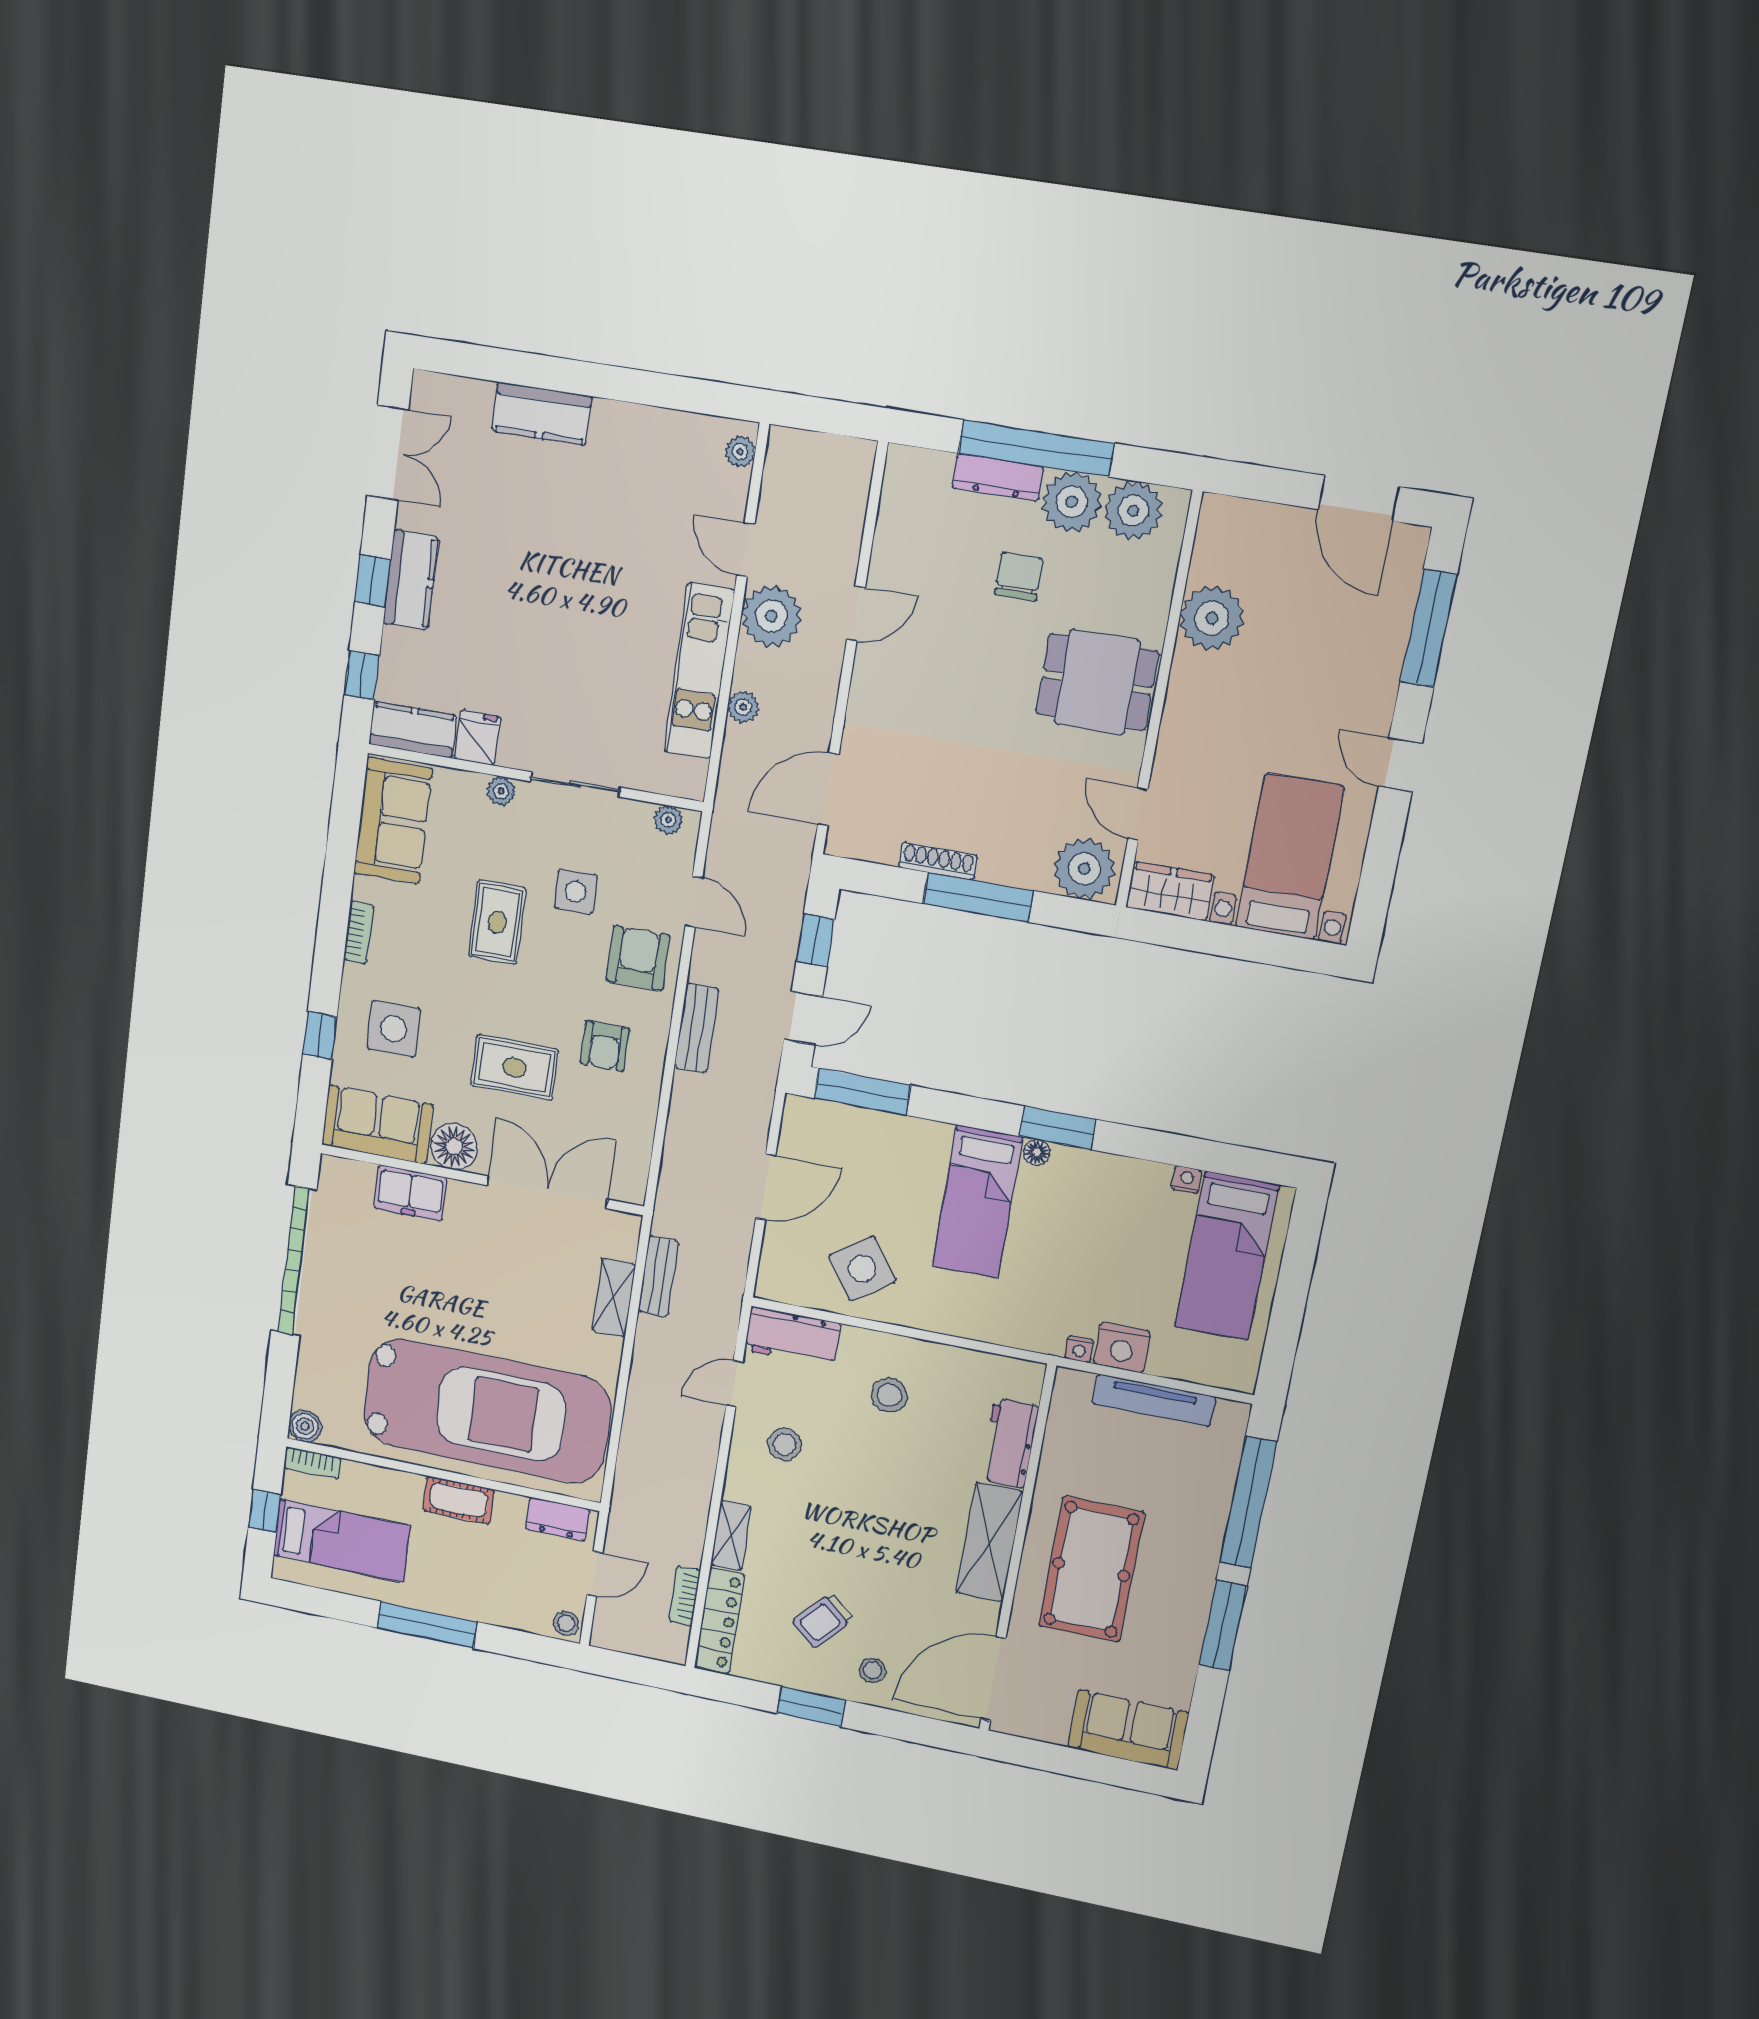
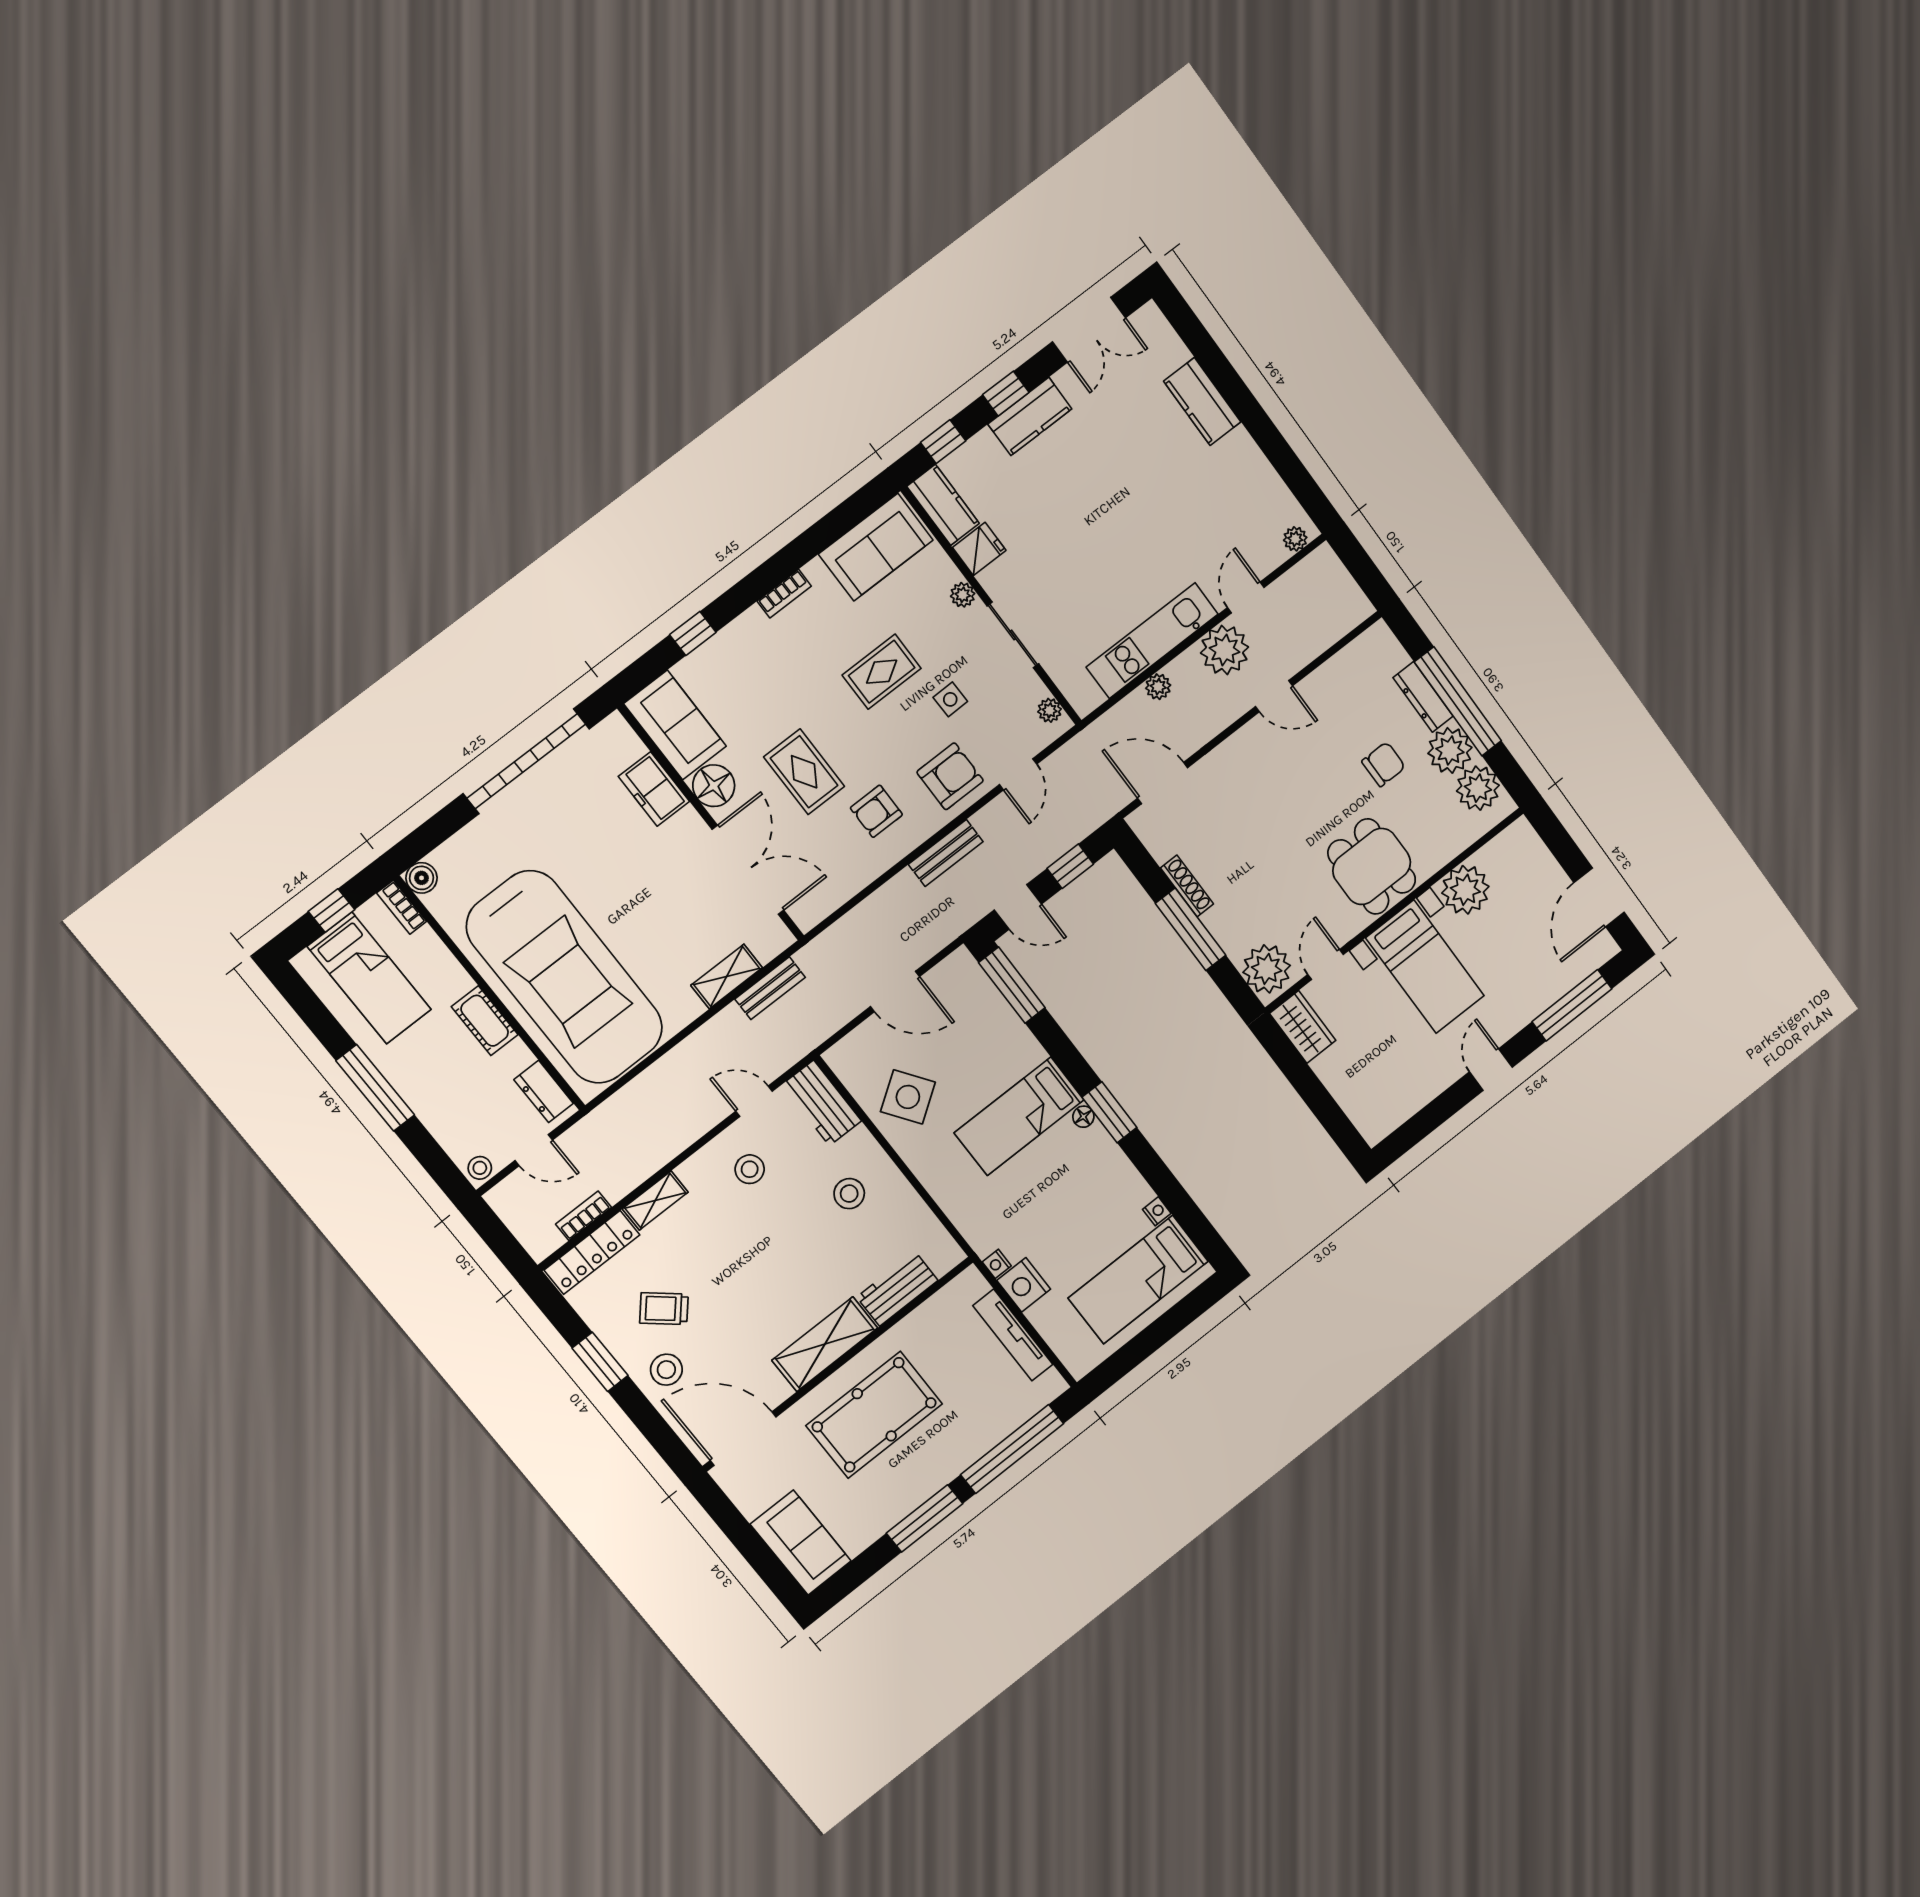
bed with nightstands: (1290, 857) -> (1425, 967), moved, turned 90
side table: (576, 891) -> (950, 699), width x0.73, depth x0.73
side table: (394, 1029) -> (747, 675), removed
stool: (873, 1670) -> (666, 1370), width x1.37, depth x1.37

